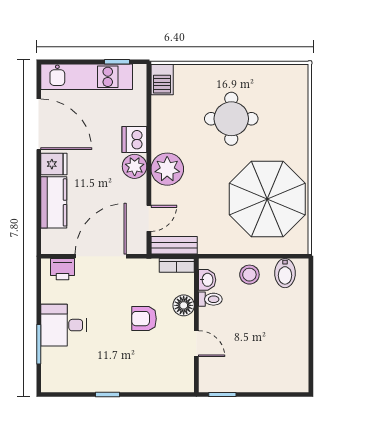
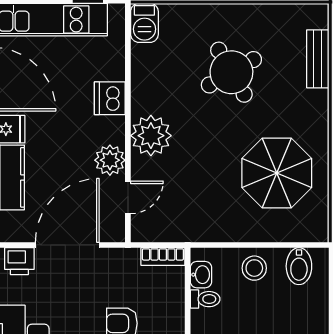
round table: (231, 119) -> (231, 72), turned -30
plant: (135, 166) -> (110, 160), moved
parasol: (267, 199) -> (277, 173), width x0.73, depth x0.73
bench: (174, 245) -> (318, 59), moved, turned 90
floor lamp: (184, 305) -> (172, 307), removed

